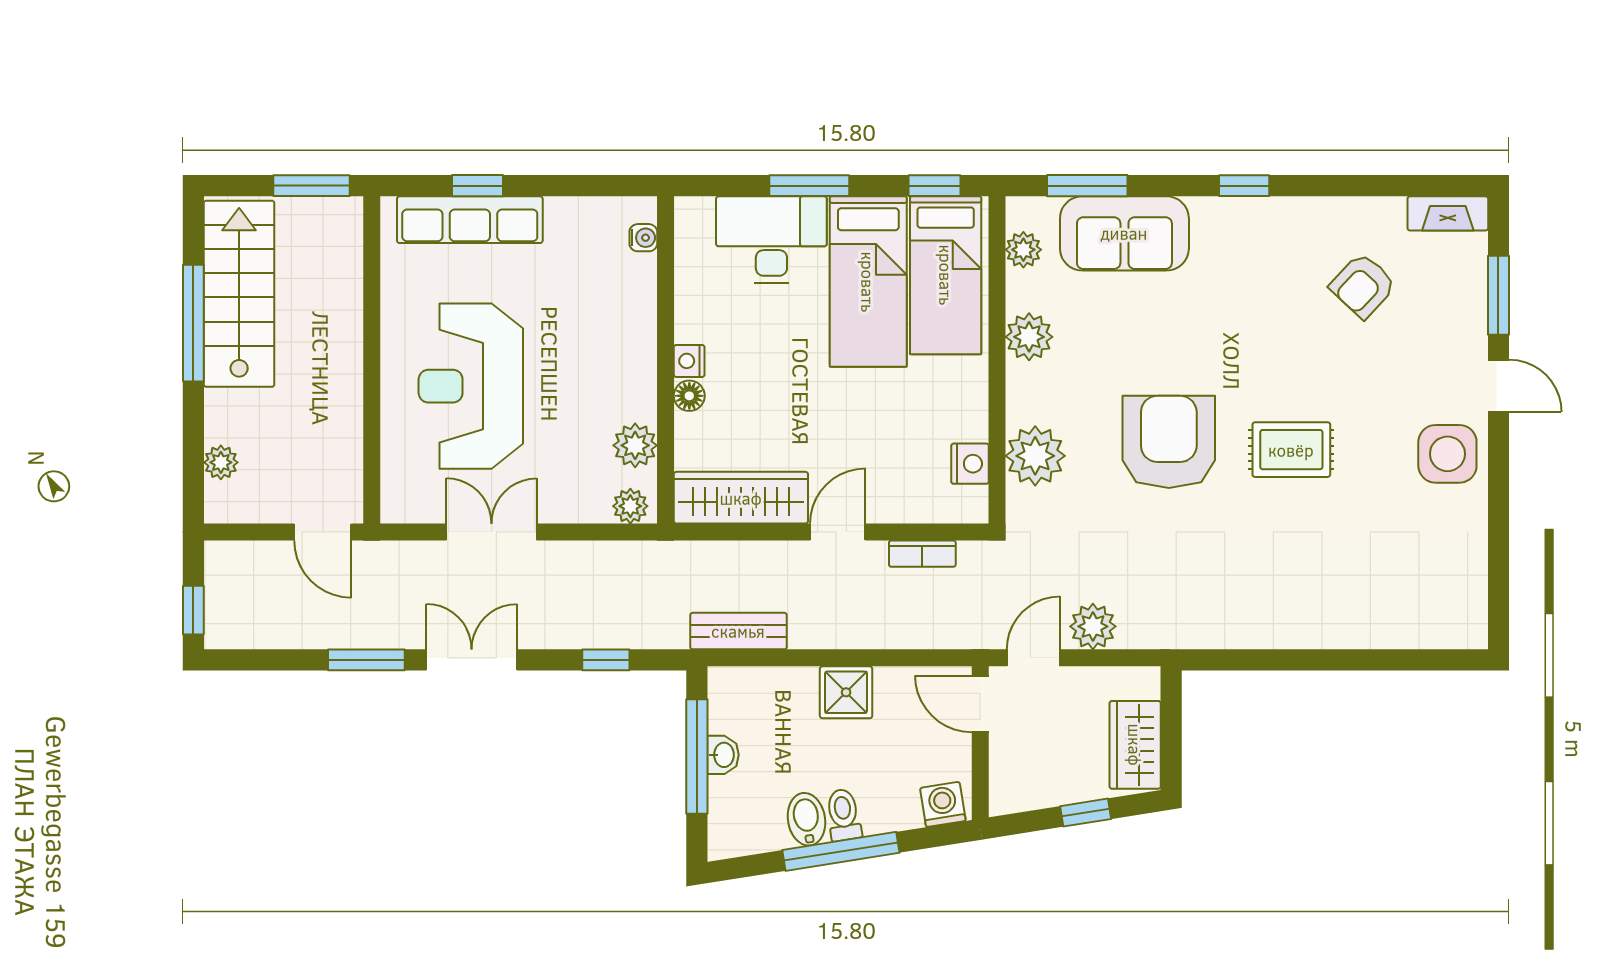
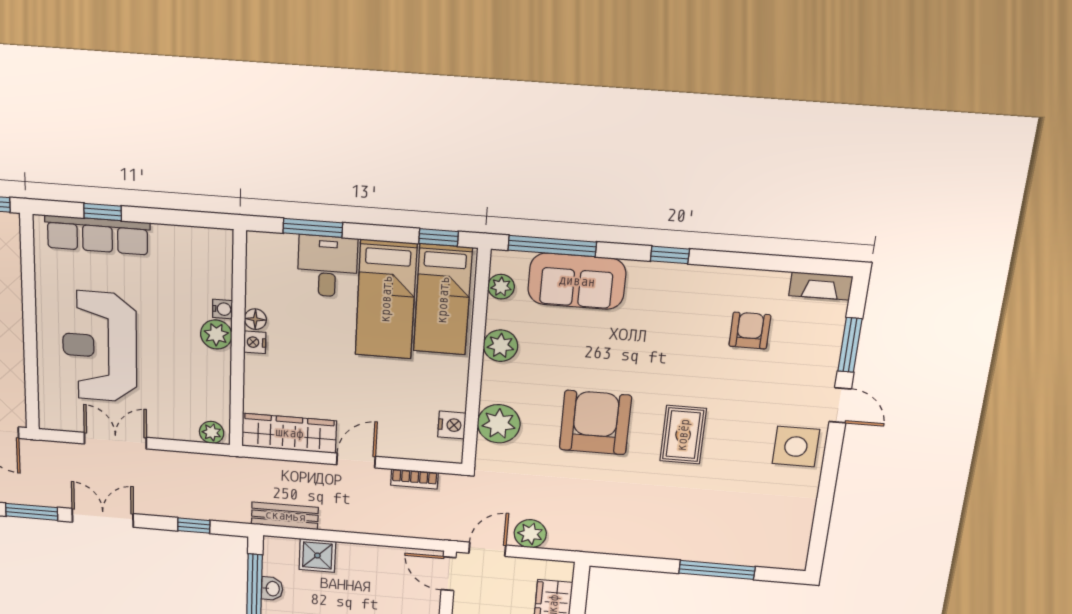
window: (809, 186) -> (313, 228), moved
window: (1087, 186) -> (552, 246), width x1.44
water cooler: (643, 238) -> (222, 309), moved
desk: (771, 240) -> (327, 266), width x0.73
armchair: (1363, 286) -> (750, 331), turned 137
floor lamp: (689, 396) -> (255, 319), moved
plant: (635, 445) -> (216, 334), moved
rug: (1291, 450) -> (683, 435), turned 90
window: (1363, 660) -> (717, 570), added
shower: (846, 692) -> (317, 555), moved

